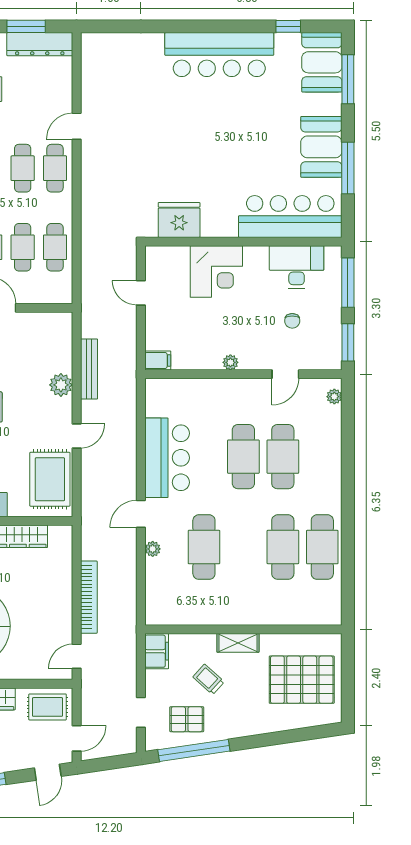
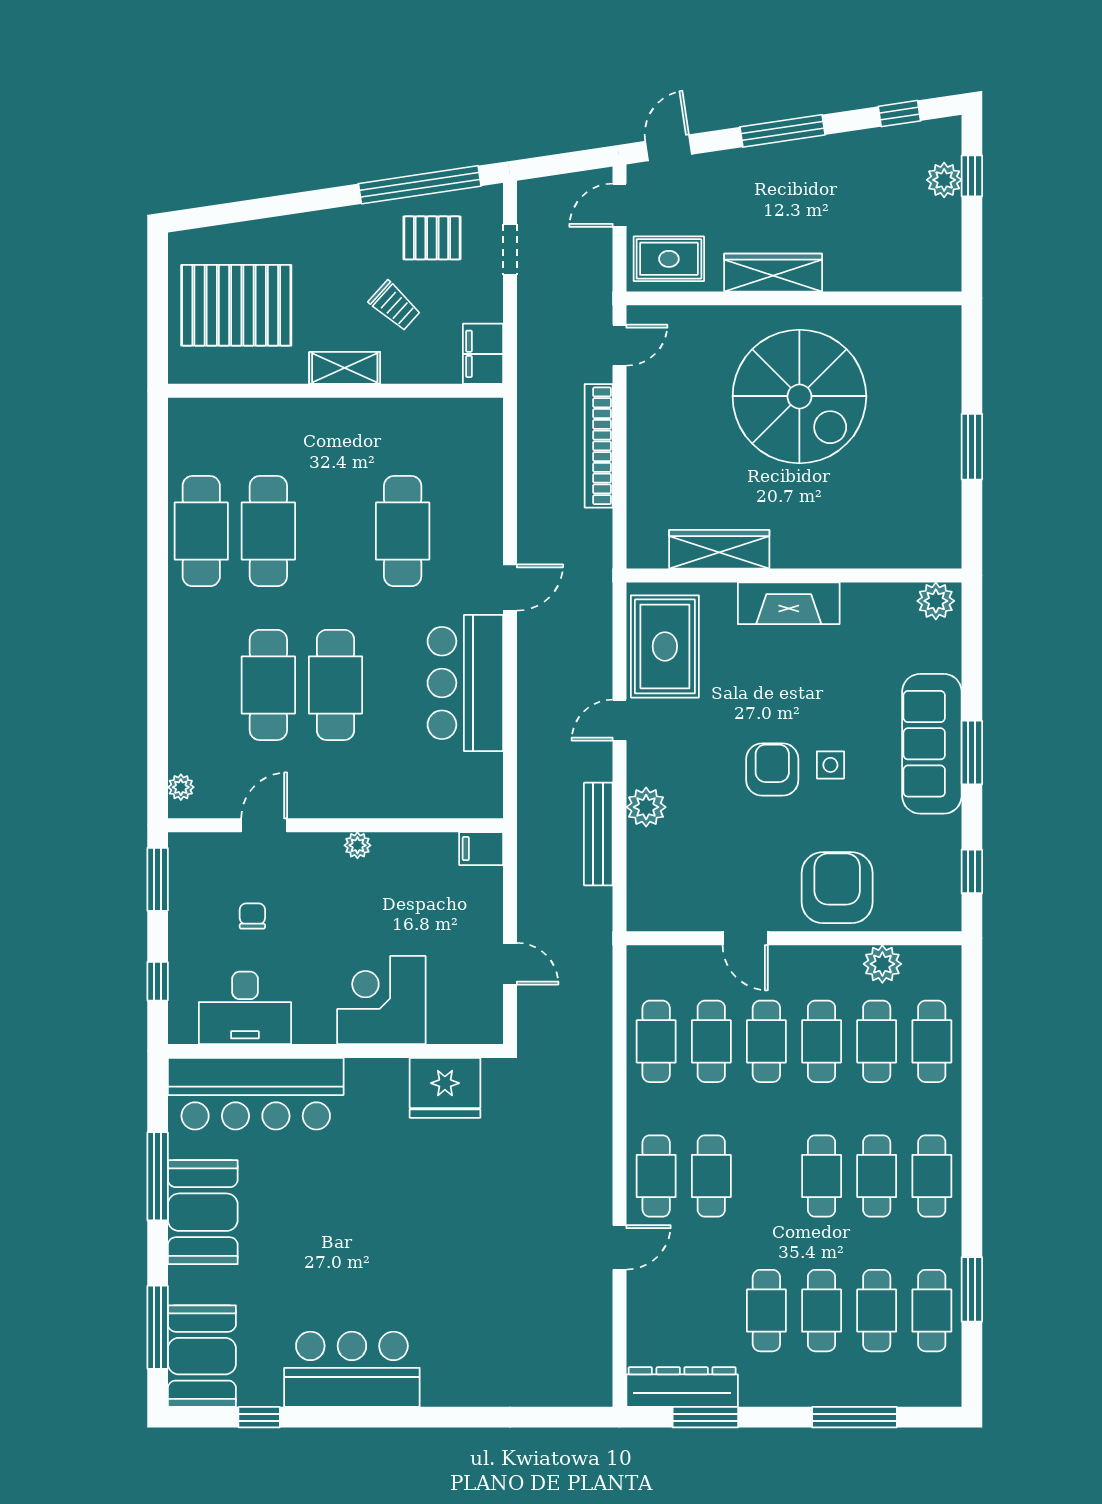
bar counter: (219, 55) -> (352, 1369), width x0.73
window: (348, 283) -> (158, 981), width x0.46
plant: (153, 549) -> (490, 528), removed

